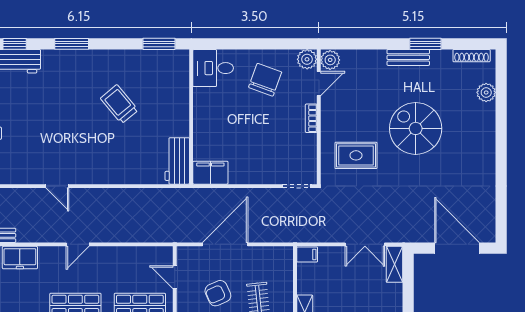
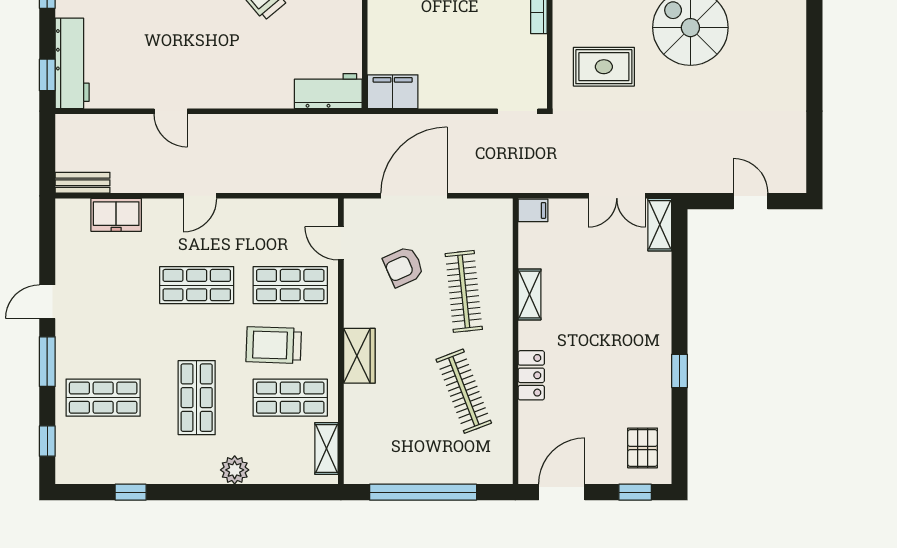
workbench: (177, 161) -> (328, 91), moved, turned 90
door: (457, 248) -> (751, 201), width x0.53

